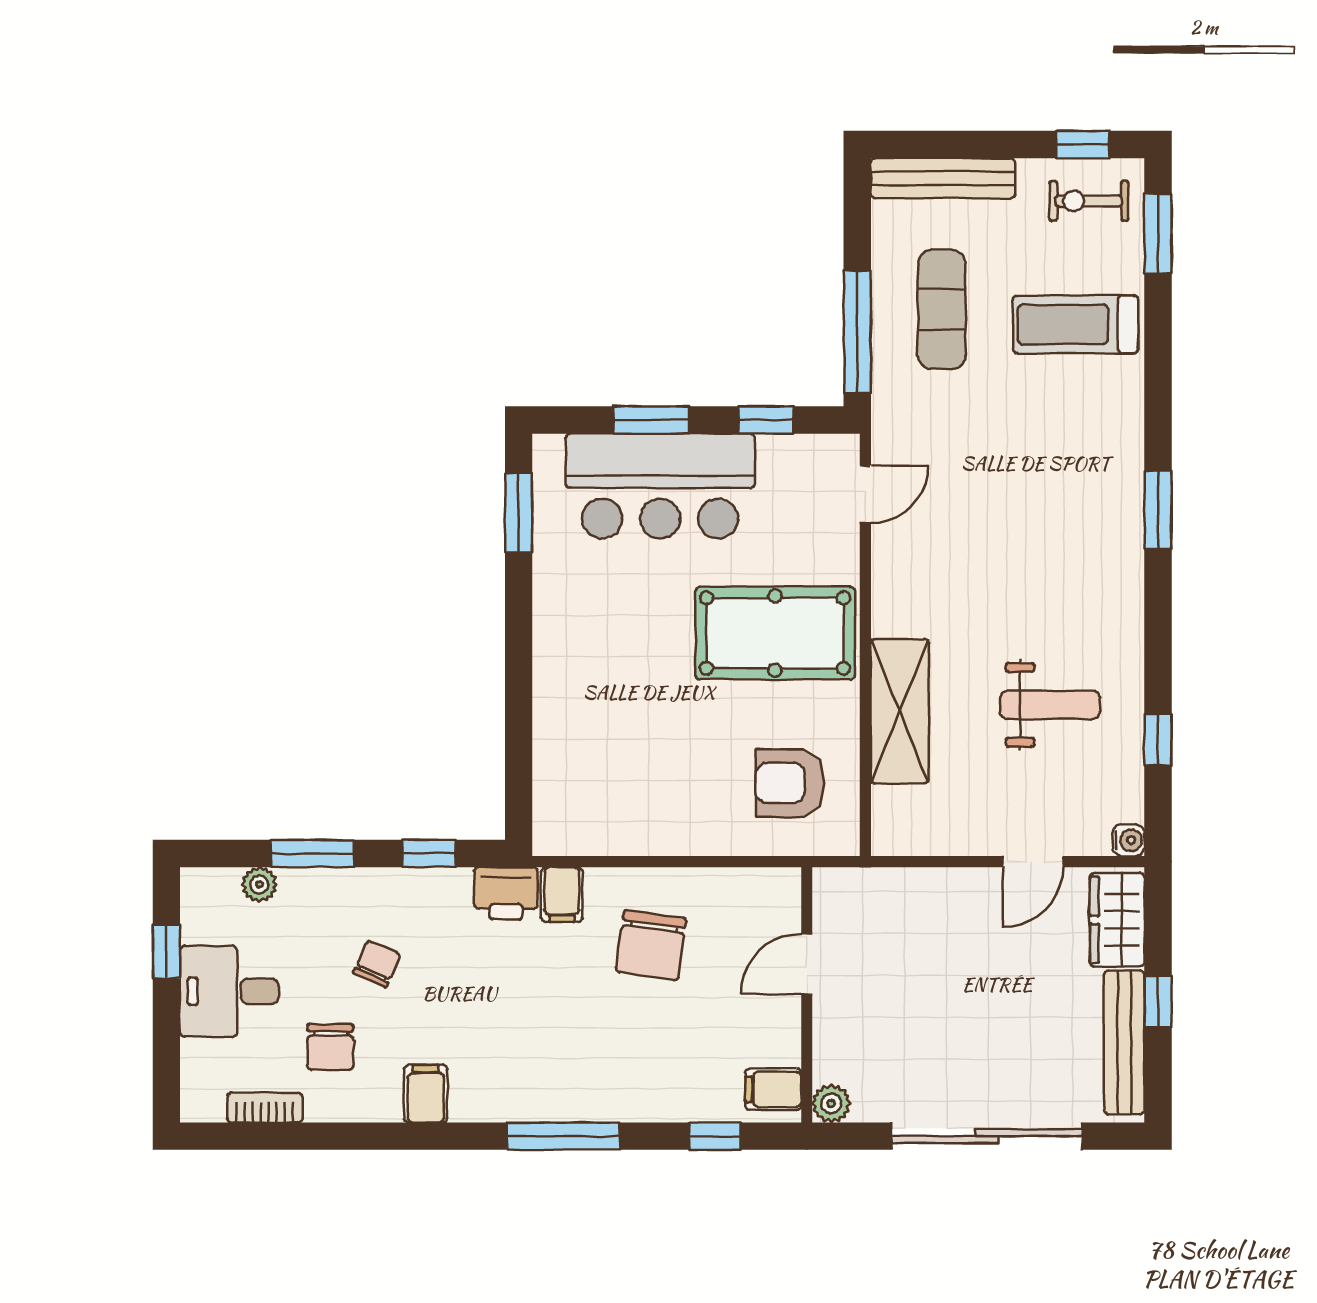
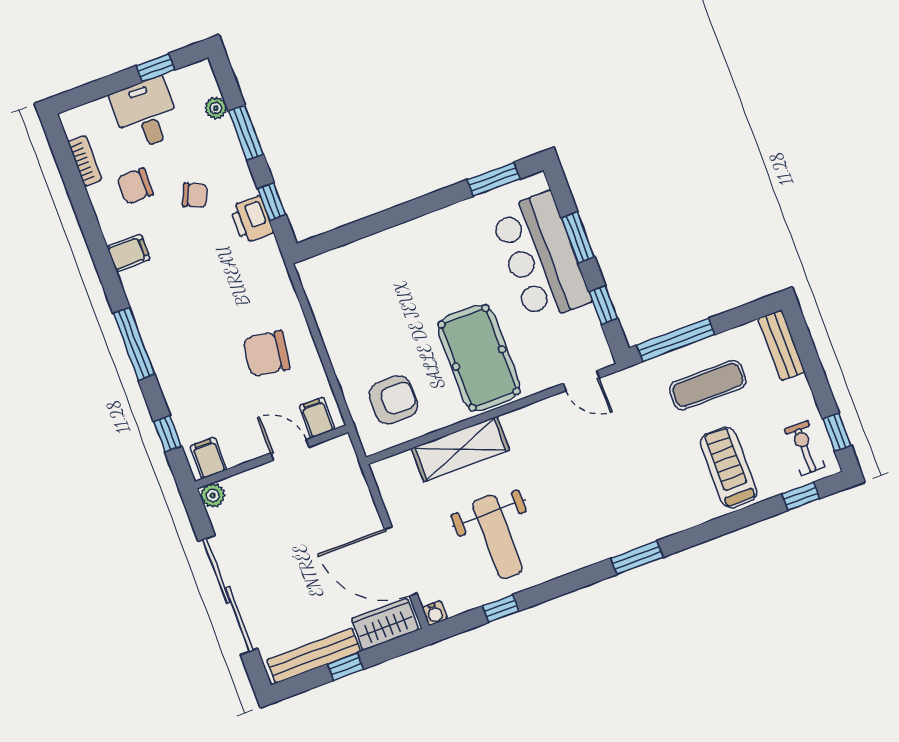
bench: (943, 178) -> (782, 345), width x0.73
window: (1158, 234) -> (801, 496), width x0.67
weight bench: (1050, 705) -> (497, 537), width x1.36, depth x1.33
armchair: (790, 783) -> (393, 400), turned 90
door: (1033, 862) -> (401, 561), width x1.88
printer: (506, 893) -> (252, 220), moved
filing cabinet: (562, 895) -> (317, 418), moved, turned 90

